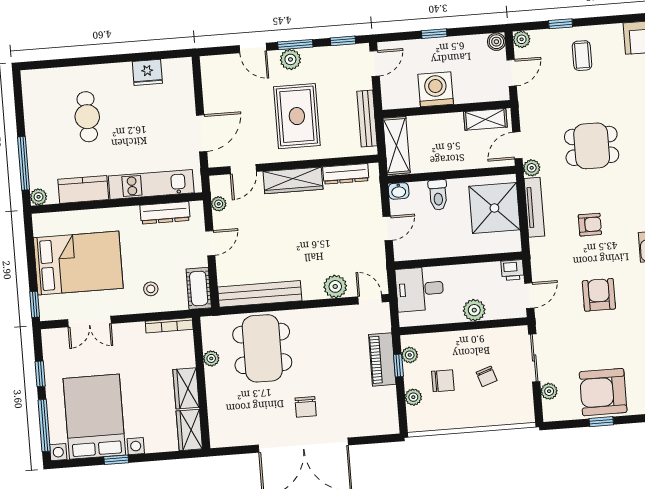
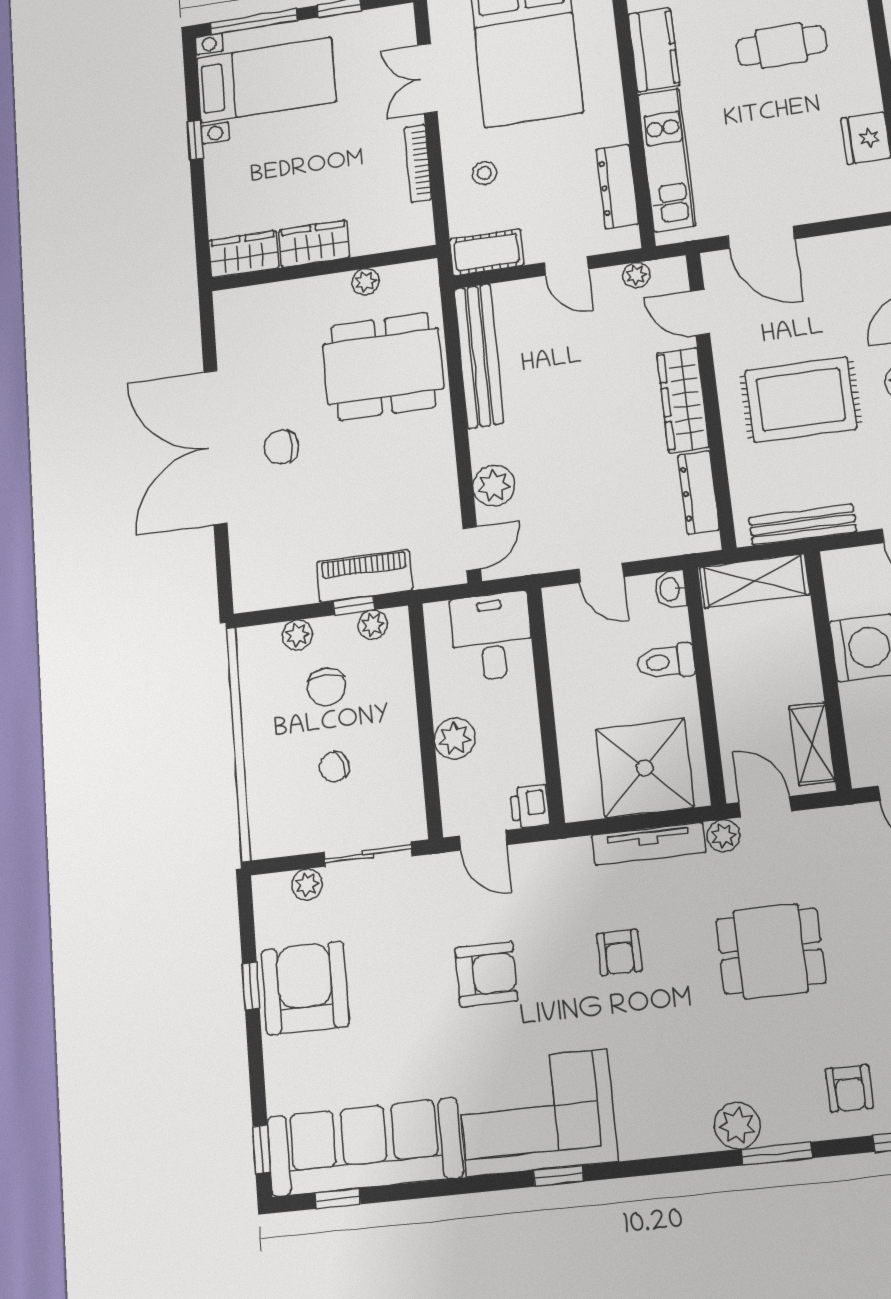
dining table: (592, 146) -> (771, 951), turned 90
bookcase: (169, 325) -> (418, 163), moved
bed with nightstands: (94, 417) -> (266, 80), width x0.73

